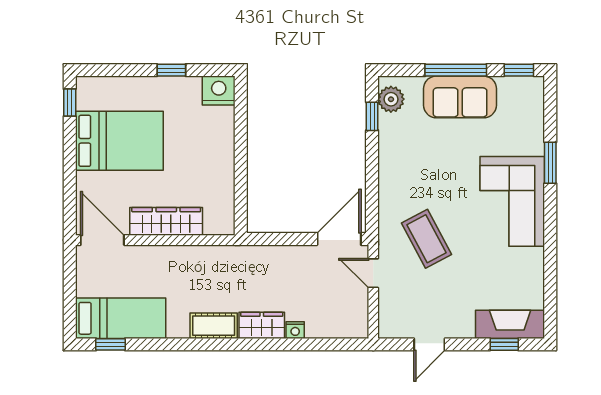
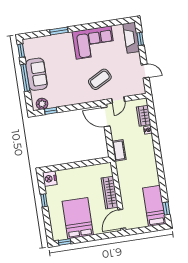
corner sofa: (512, 201) -> (94, 42), moved
wardrobe: (262, 325) -> (144, 116), moved
cot: (214, 326) -> (119, 150), moved

